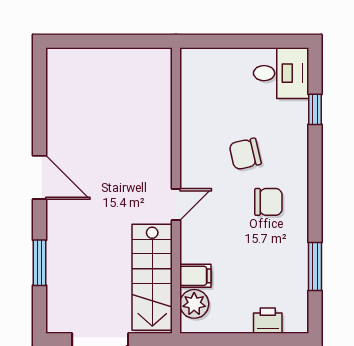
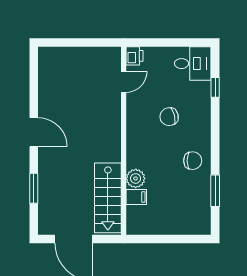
chair: (268, 202) -> (193, 161), moved
door: (176, 204) -> (124, 82), moved
plant: (194, 304) -> (136, 178), moved
printer: (268, 321) -> (134, 56), moved, turned 90

